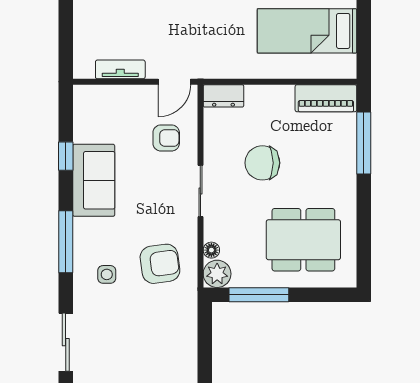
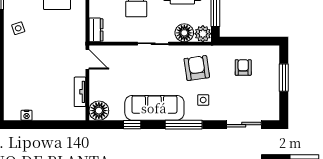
floor lamp: (89, 101) -> (99, 111), added
armchair: (166, 138) -> (243, 67), moved
sofa: (94, 180) -> (154, 108), width x1.36
floor lamp: (211, 250) -> (184, 33), width x1.89, depth x1.89

